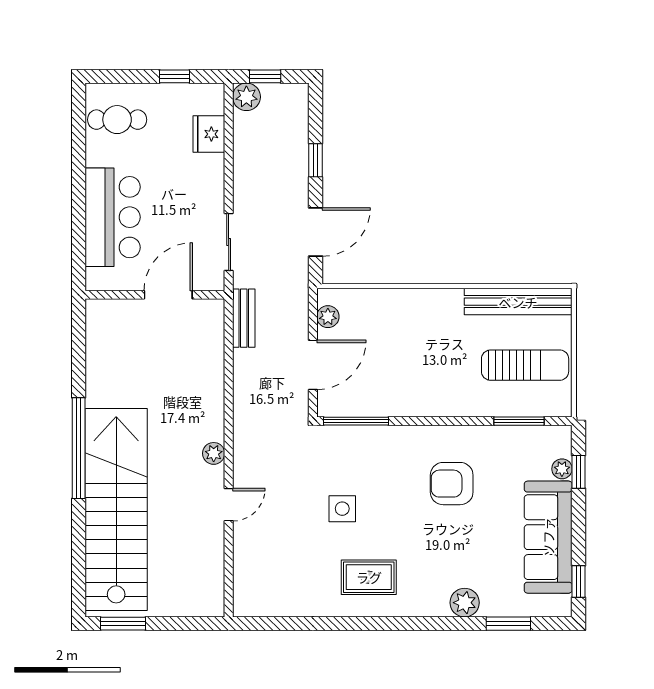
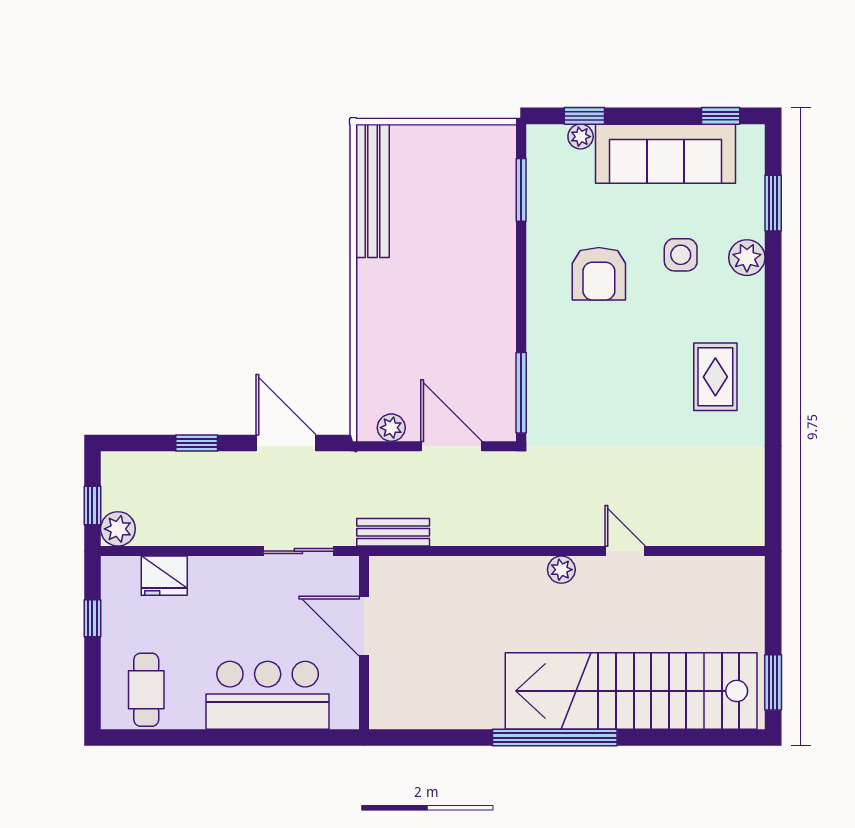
sun lounger: (525, 365) -> (452, 182), removed
side table: (342, 509) -> (681, 255), moved

